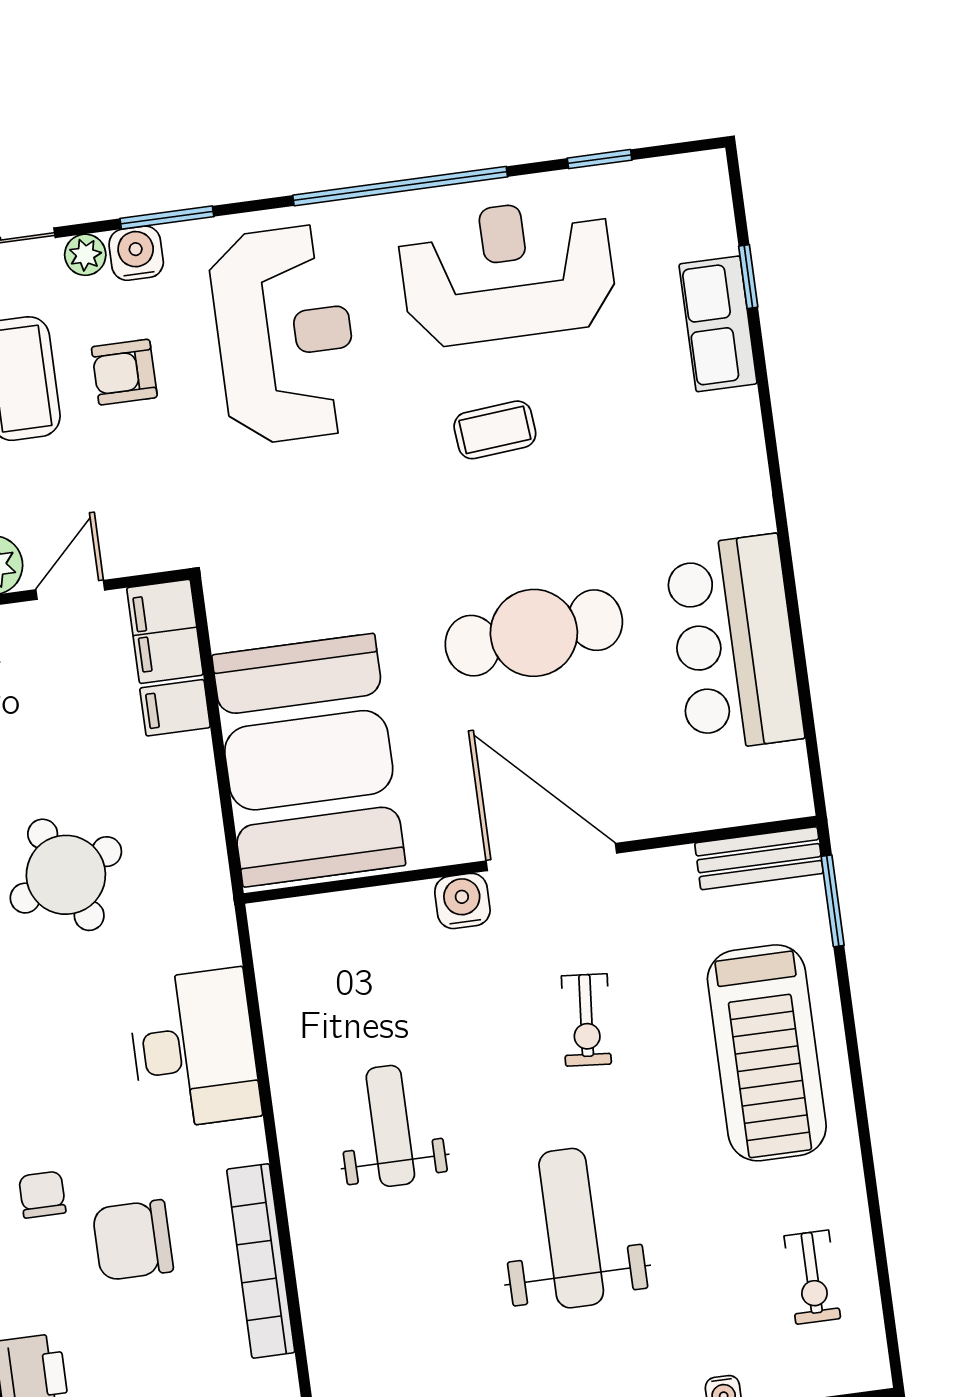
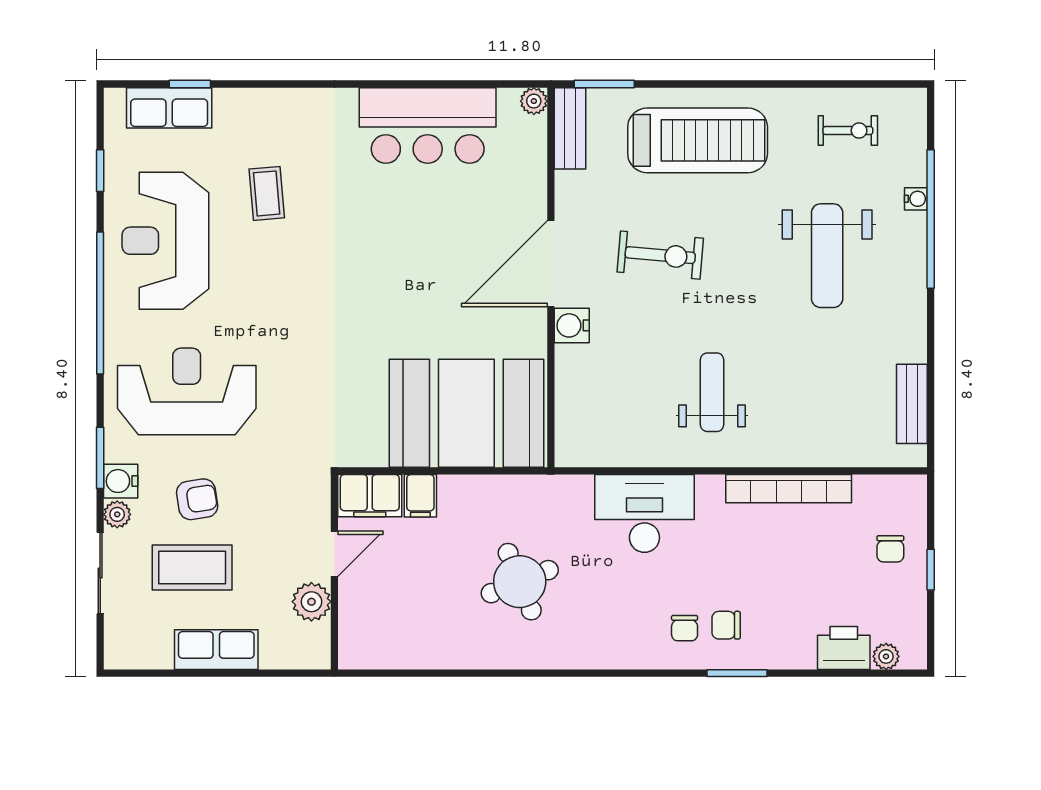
row of seats: (718, 324) -> (169, 108), moved
armchair: (124, 372) -> (197, 499), turned -99
coffee table: (495, 430) -> (267, 193), moved
door: (70, 590) -> (334, 554), swing flipped
cafe table: (534, 633) -> (403, 255), removed
plant: (793, 798) -> (534, 101), added
exercise bike: (586, 1020) -> (660, 255), width x1.38, depth x1.39
weight bench: (390, 1126) -> (712, 392), turned 90
weight bench: (571, 1228) -> (827, 256), moved, turned -90
chair: (133, 1240) -> (685, 628), moved, width x0.54, depth x0.54

